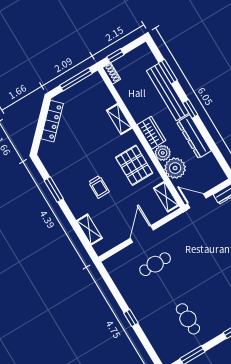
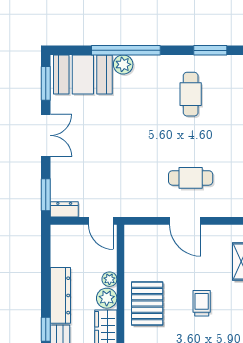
plant: (175, 168) -> (109, 279), width x0.53, depth x0.53
shelving: (166, 197) -> (133, 247), removed
door: (142, 234) -> (185, 221), hinge flipped

